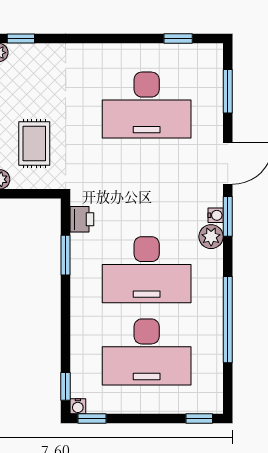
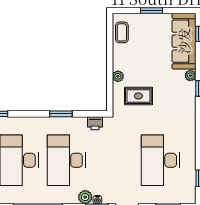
window: (66, 255) -> (61, 114), moved

